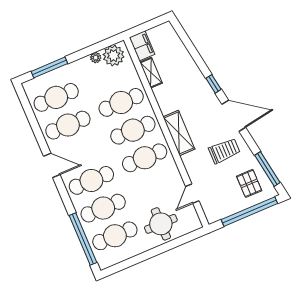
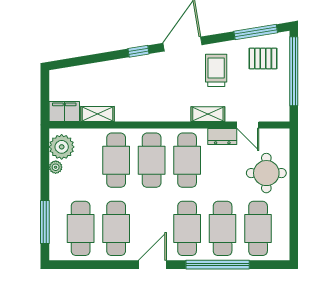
shelving: (179, 133) -> (208, 114), moved, width x0.67, depth x0.75
dresser: (175, 177) -> (222, 136), added
window: (83, 239) -> (218, 265), moved

